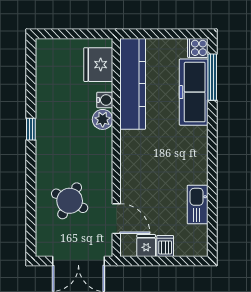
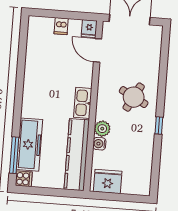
fridge: (98, 65) -> (108, 181), moved, turned -90
round table: (70, 201) -> (134, 97), moved
kitchen sink: (198, 205) -> (83, 103), moved, turned 180
fridge: (146, 245) -> (89, 29), moved

